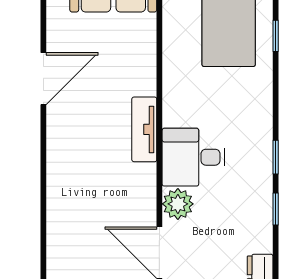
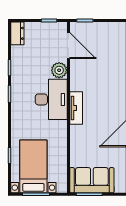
desk: (194, 157) -> (51, 99), width x1.37

